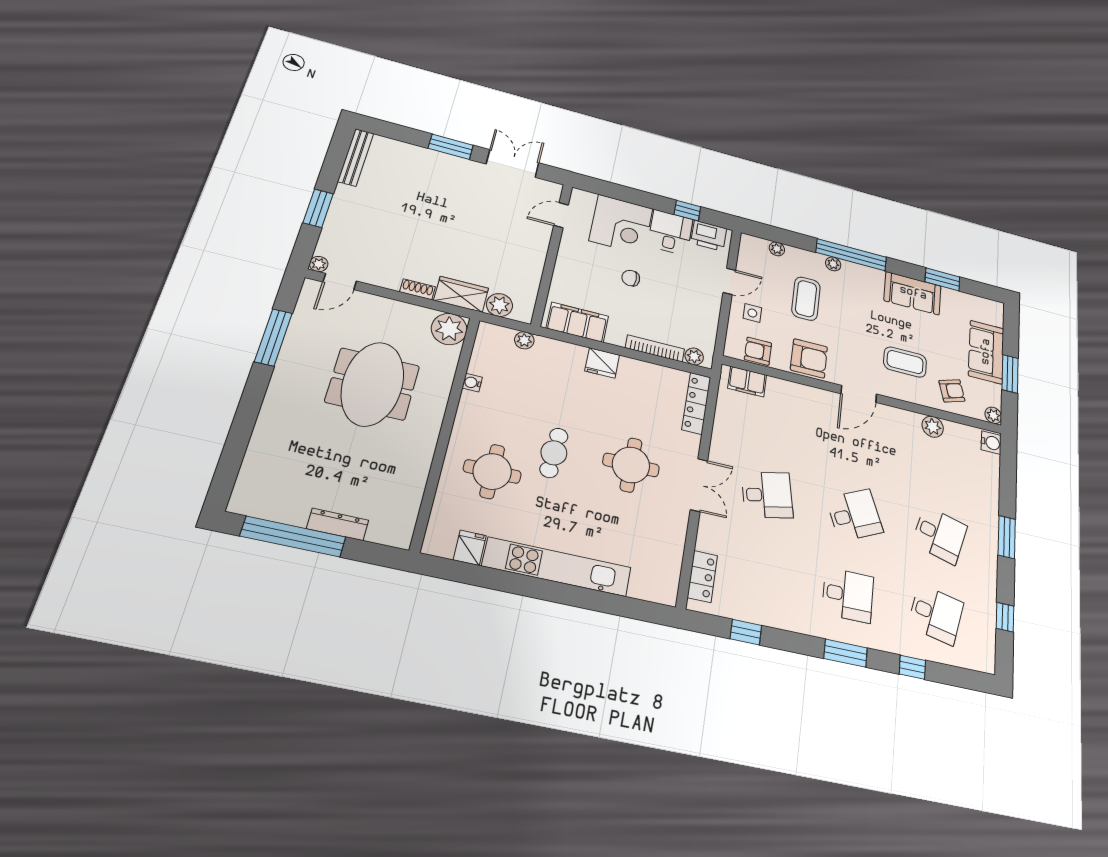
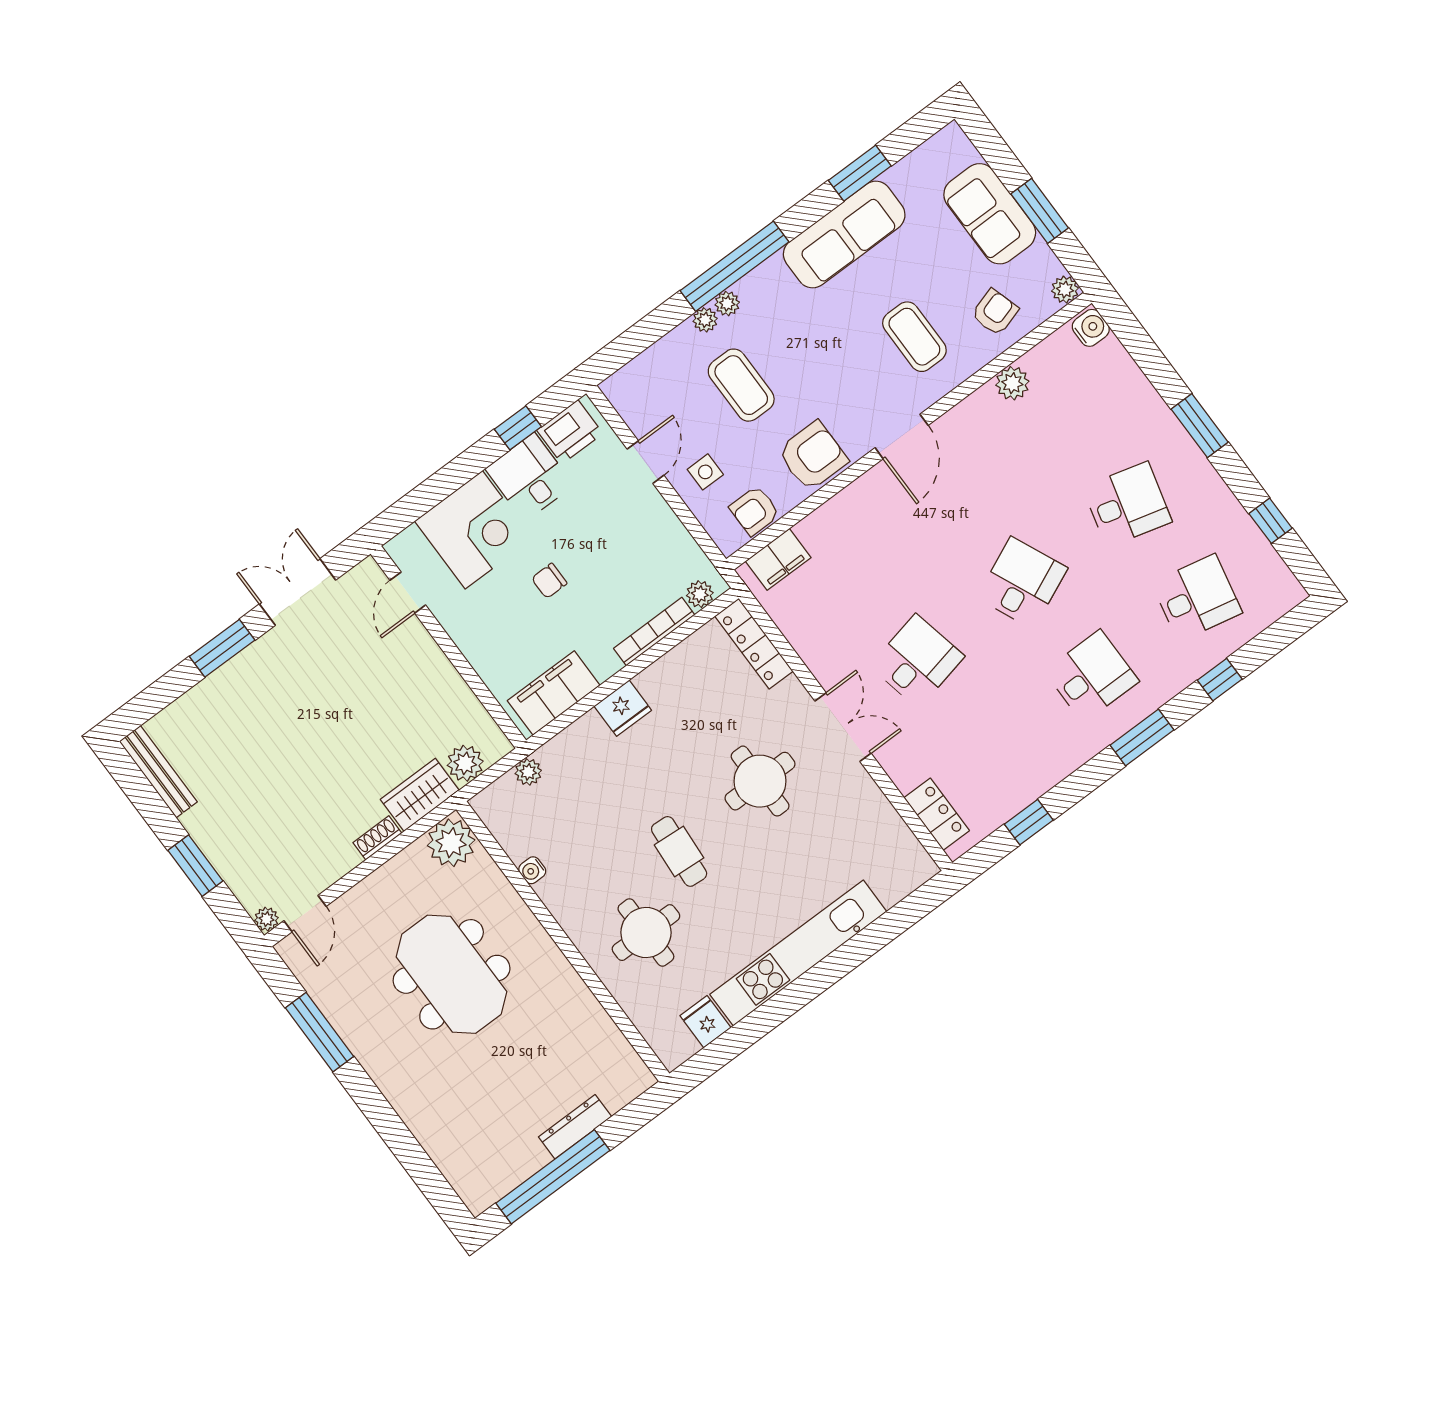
plant: (777, 249) -> (705, 320), moved
sofa: (913, 293) -> (844, 235), width x1.36
coffee table: (905, 362) -> (914, 337), turned 90

